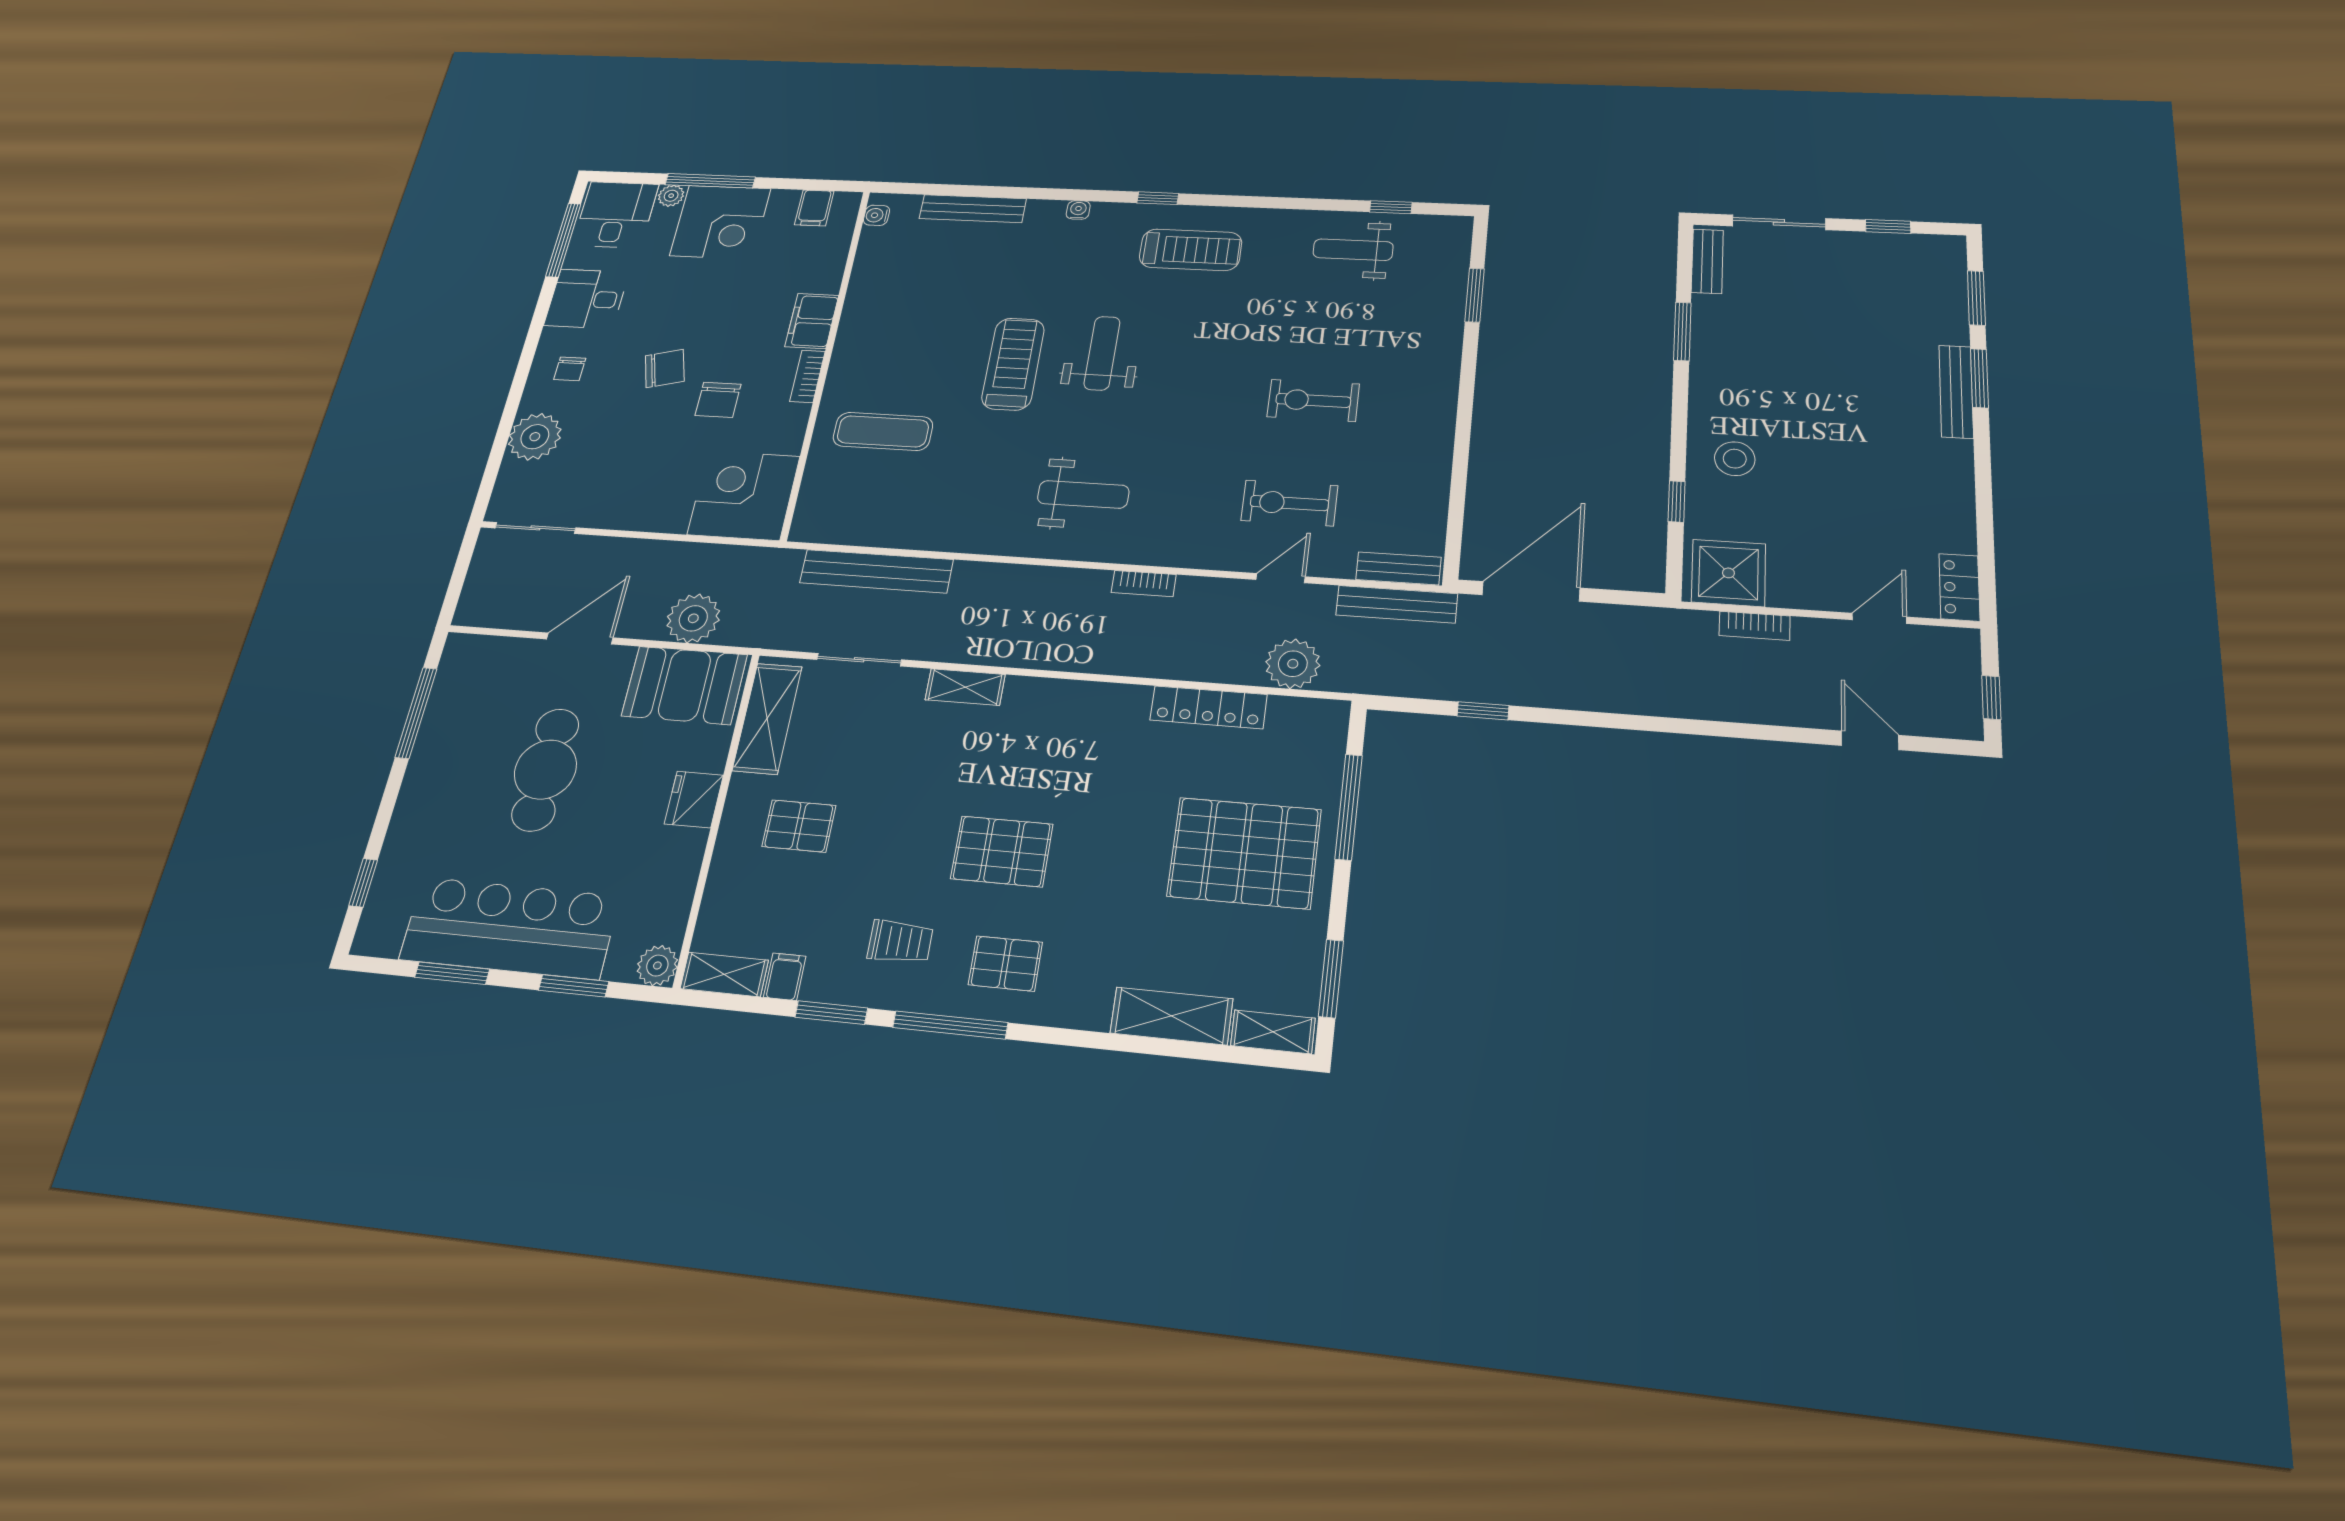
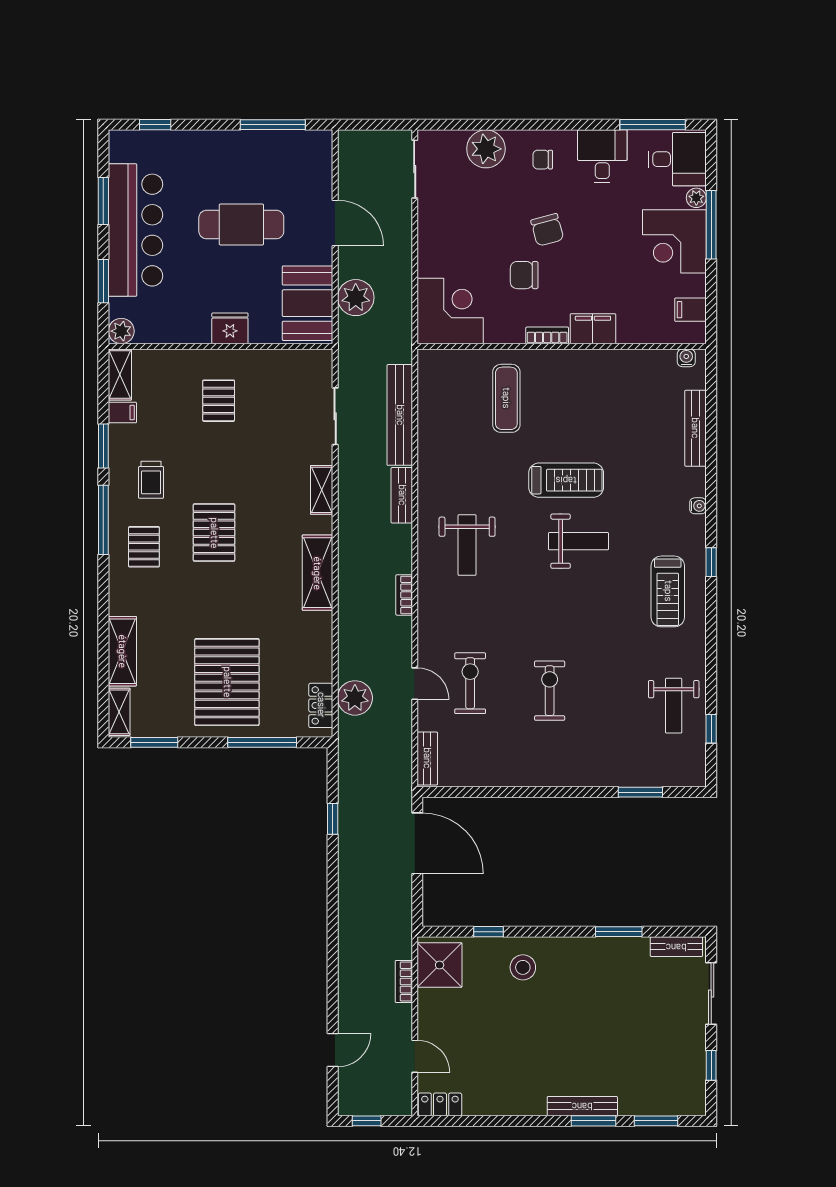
weight bench: (1353, 250) -> (674, 706), turned 180
bench: (1397, 604) -> (402, 495), moved, width x0.73
locker: (1209, 707) -> (321, 705), moved, width x0.66
shelving: (767, 718) -> (317, 573), moved, turned 90

